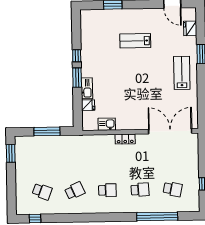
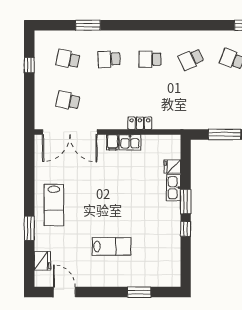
kitchen sink: (107, 124) -> (130, 142), moved
filing cabinet: (136, 124) -> (112, 142), added
locker: (125, 139) -> (140, 123), moved
school desk: (172, 156) -> (68, 101), added
window: (157, 216) -> (88, 25), width x0.47

